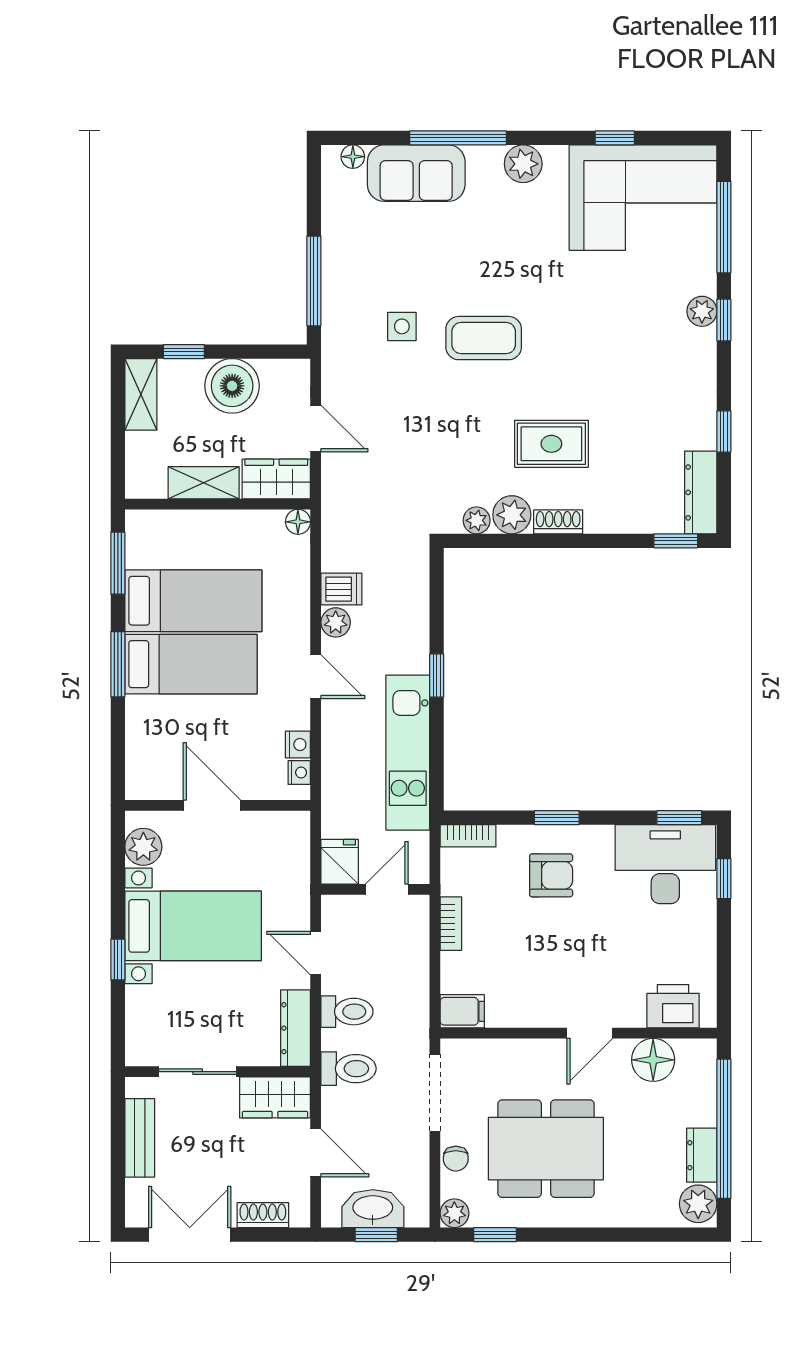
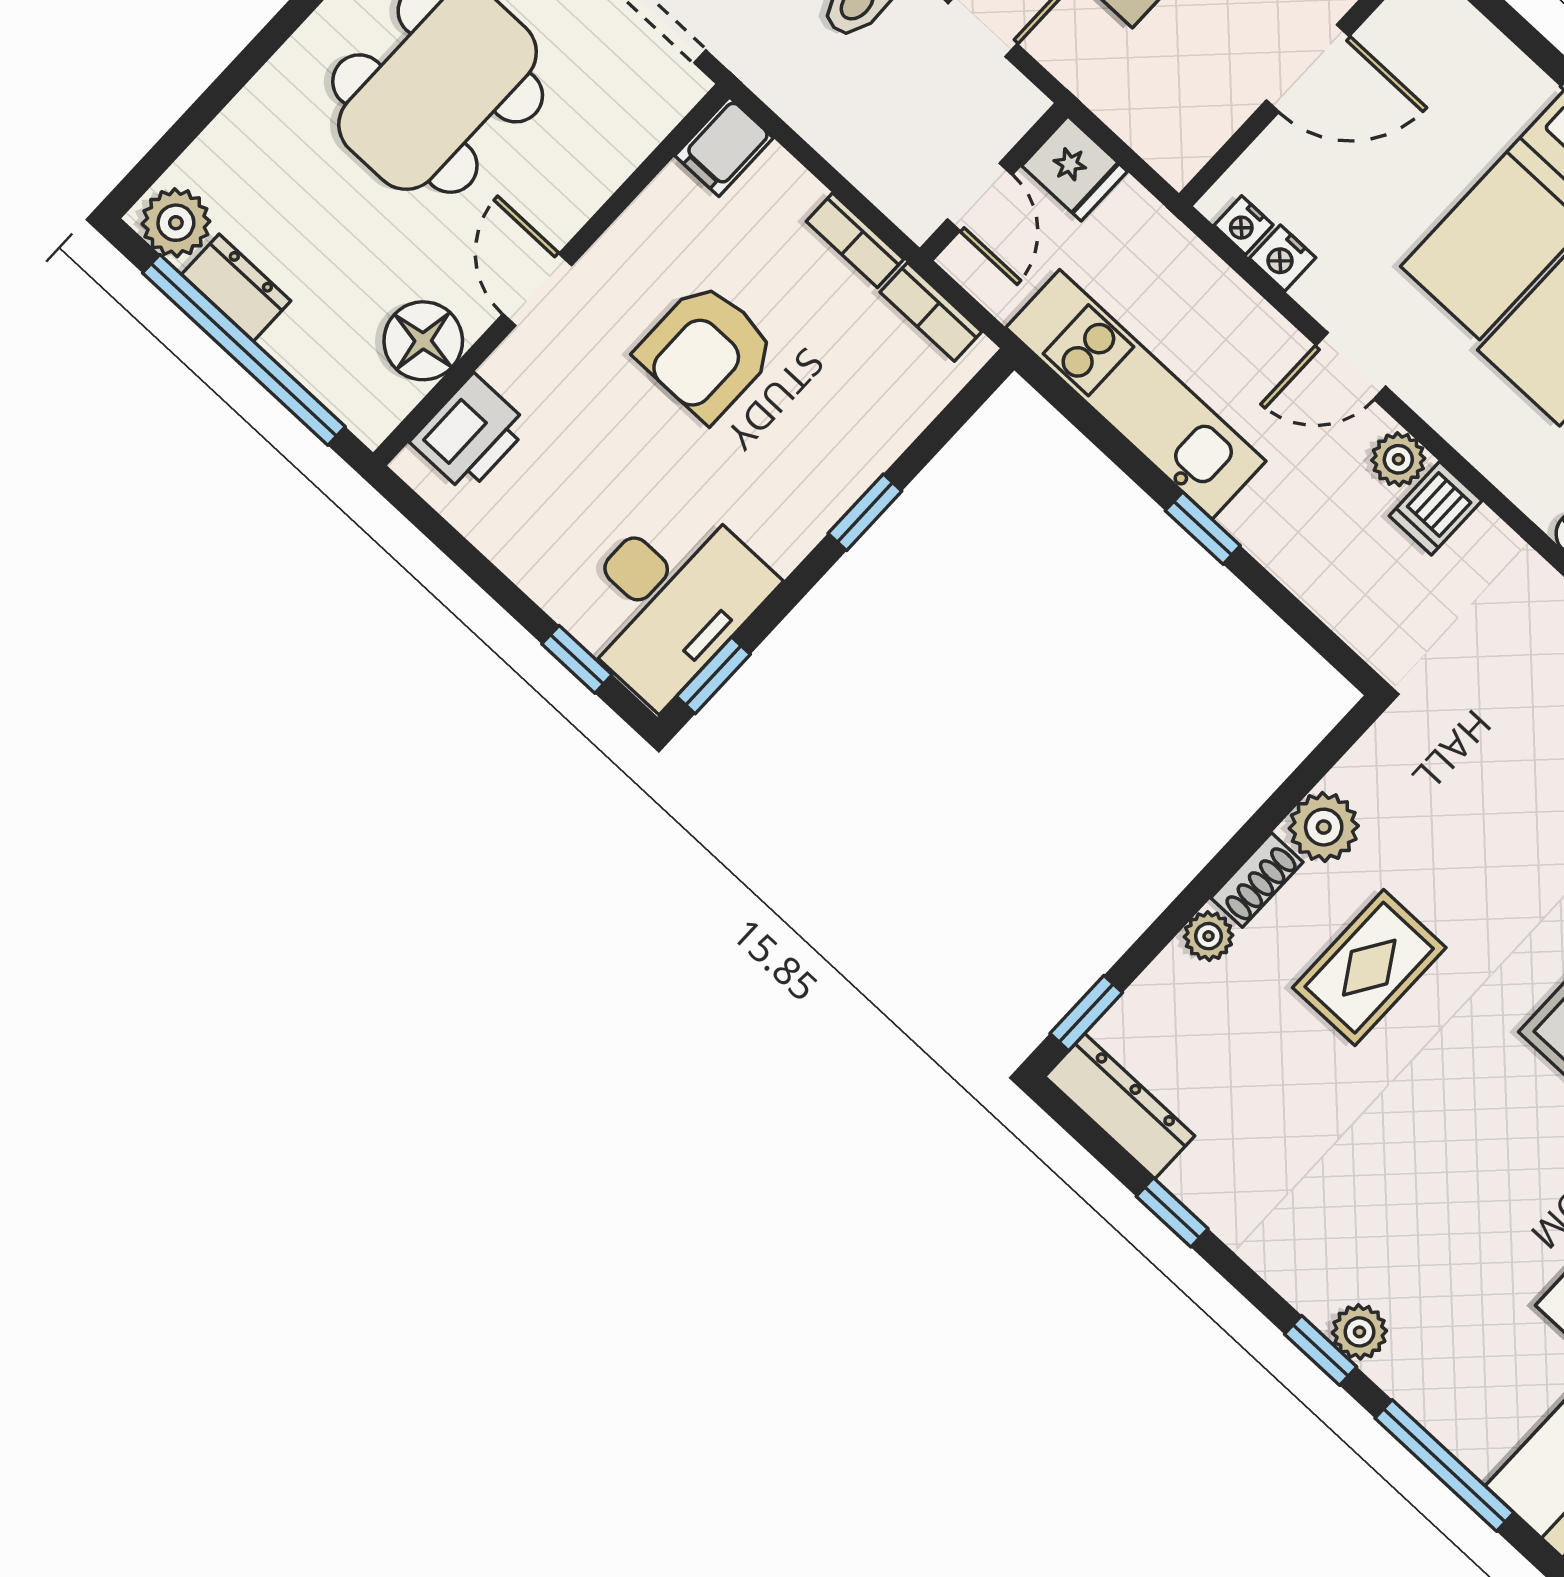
plant: (477, 520) -> (1209, 936), moved
bookcase: (468, 836) -> (931, 312), moved, turned -90
armchair: (551, 875) -> (706, 352), moved, width x1.38, depth x1.38

